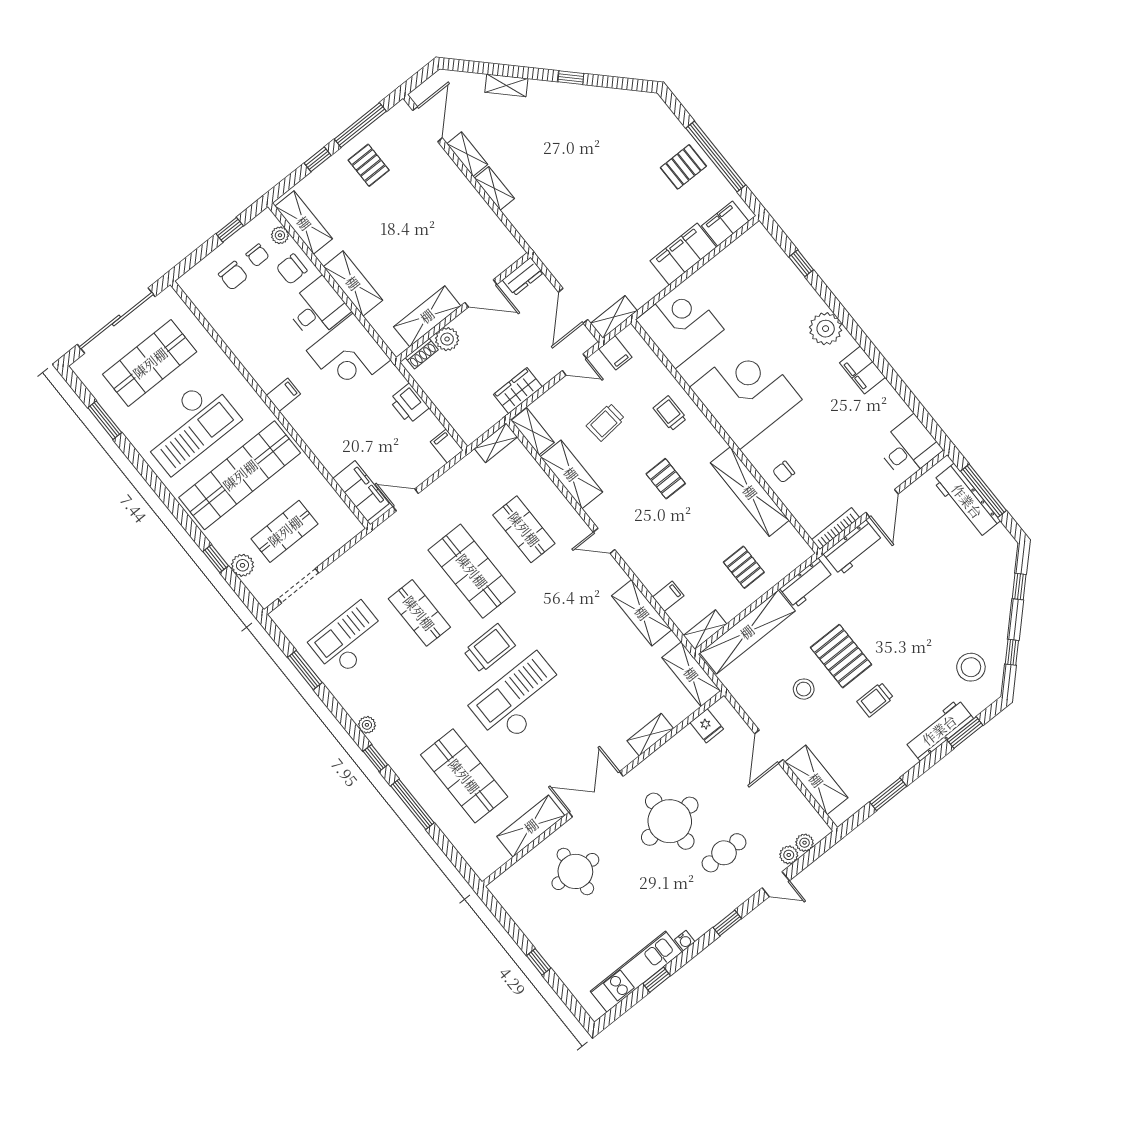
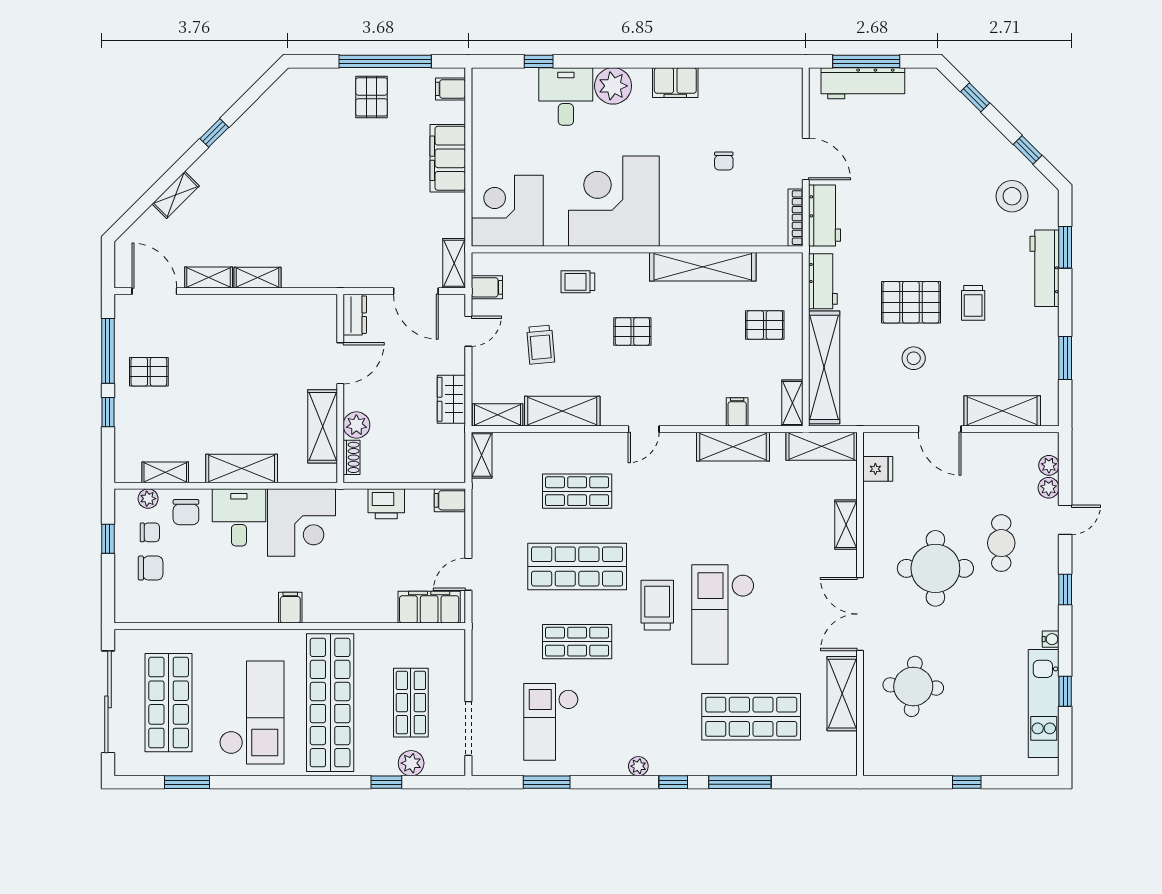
shelving: (304, 223) -> (165, 472), width x0.67, depth x0.75
filing cabinet: (725, 224) -> (450, 89), width x0.50
desk: (909, 448) -> (566, 96), moved
chair: (784, 472) -> (724, 161), moved

